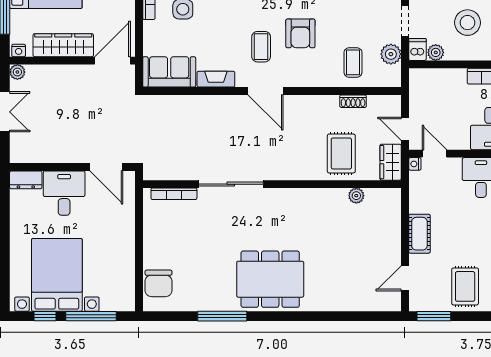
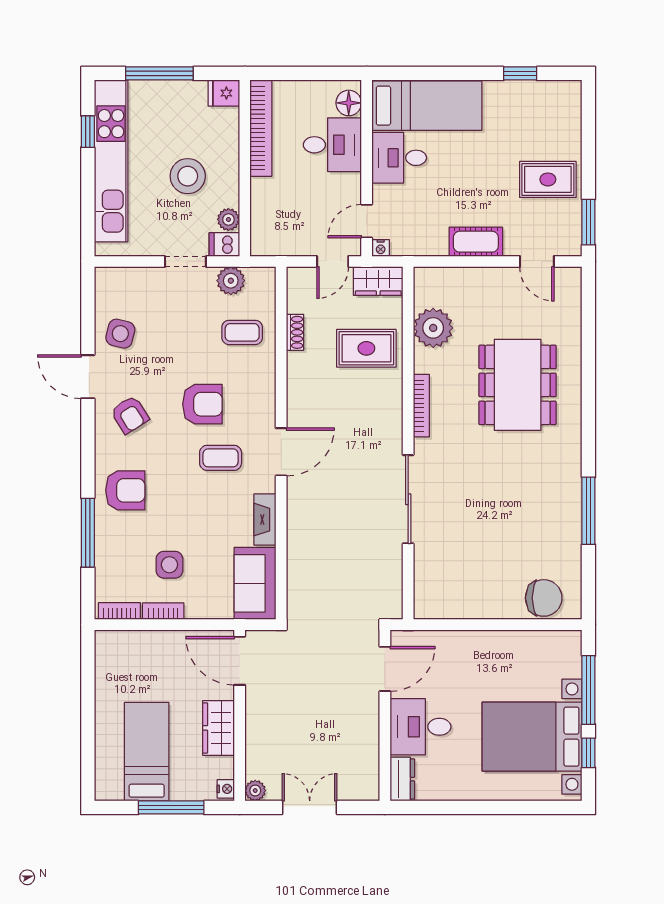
wardrobe: (63, 45) -> (219, 728), width x0.67
bookcase: (174, 194) -> (421, 406), moved
plant: (356, 196) -> (433, 328), width x1.88, depth x1.88
dining table: (270, 279) -> (518, 385), moved

